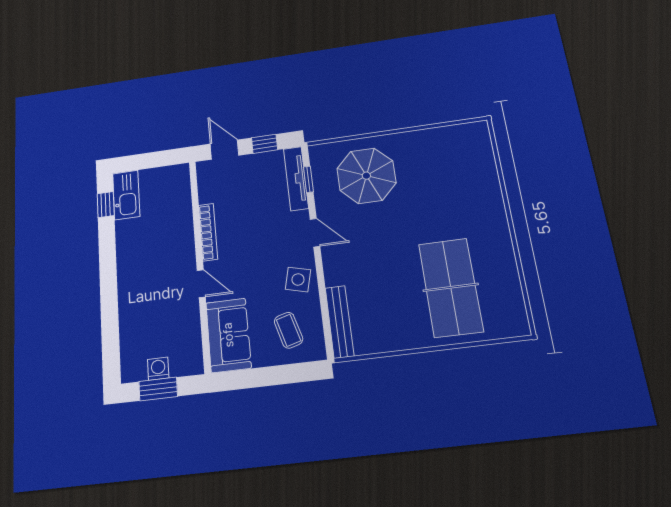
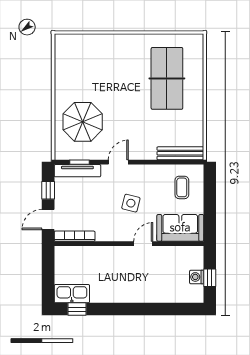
bookcase: (208, 232) -> (75, 236), moved
side table: (298, 279) -> (131, 203), moved
table tennis table: (451, 287) -> (167, 78), turned 90
coffee table: (288, 330) -> (182, 187), turned -74
window: (158, 389) -> (210, 278), width x0.67

